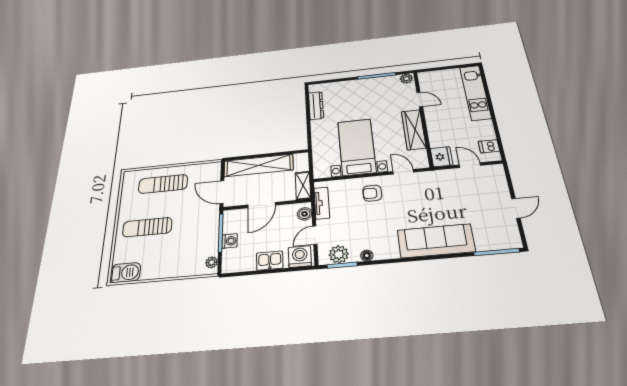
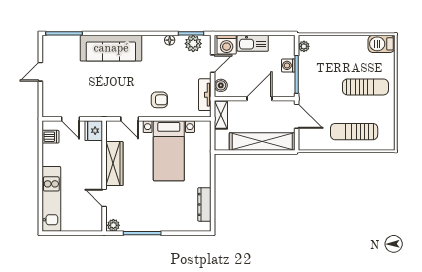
sun lounger: (163, 184) -> (354, 132), turned 180
kitchen sink: (270, 261) -> (253, 43), width x1.38

